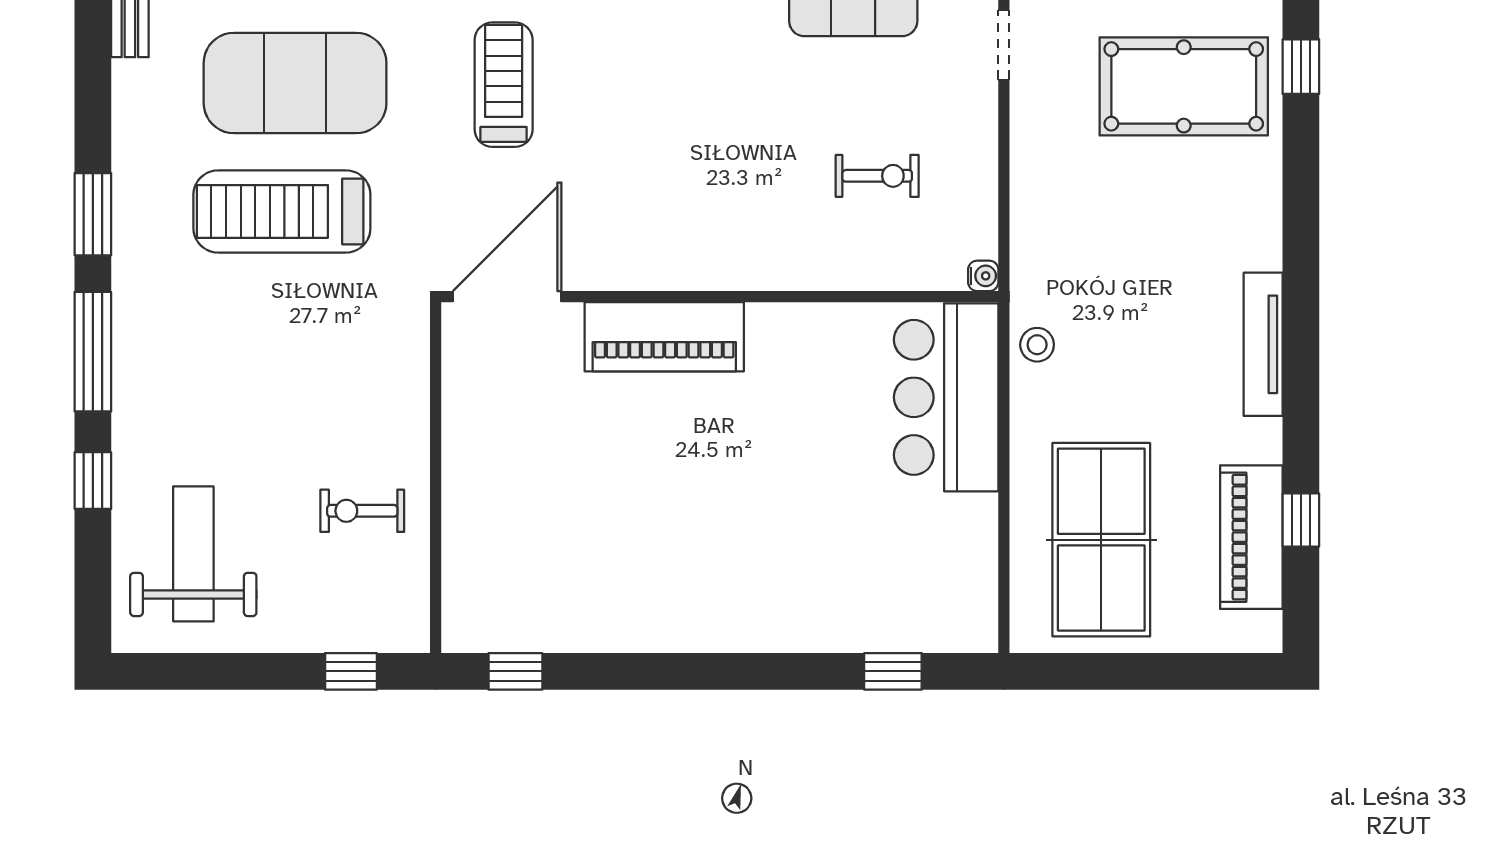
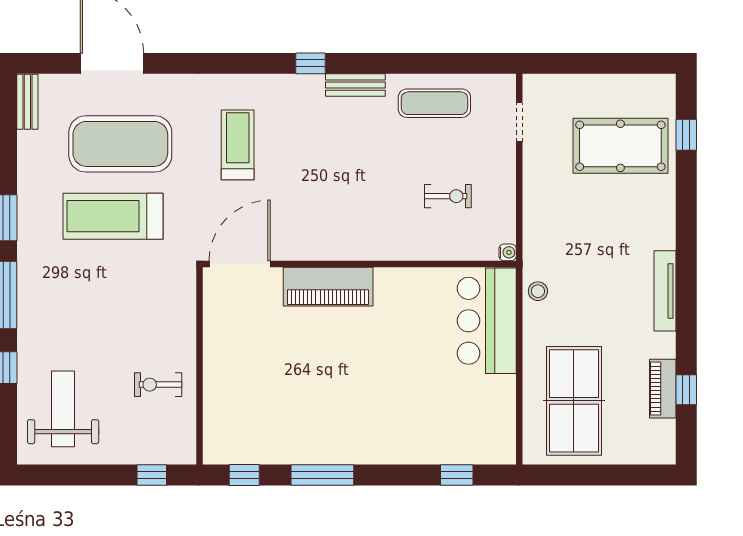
piano: (1251, 537) -> (663, 389), width x0.73, depth x0.75
window: (654, 671) -> (322, 475), added

